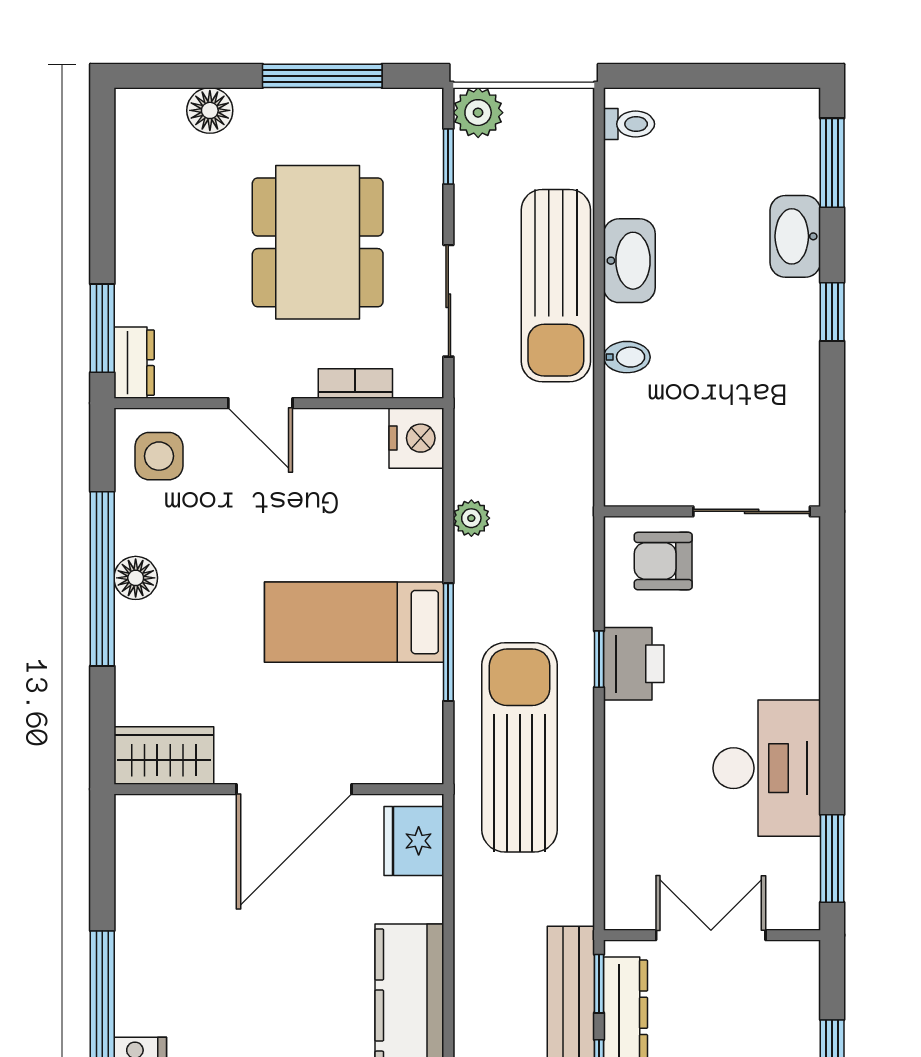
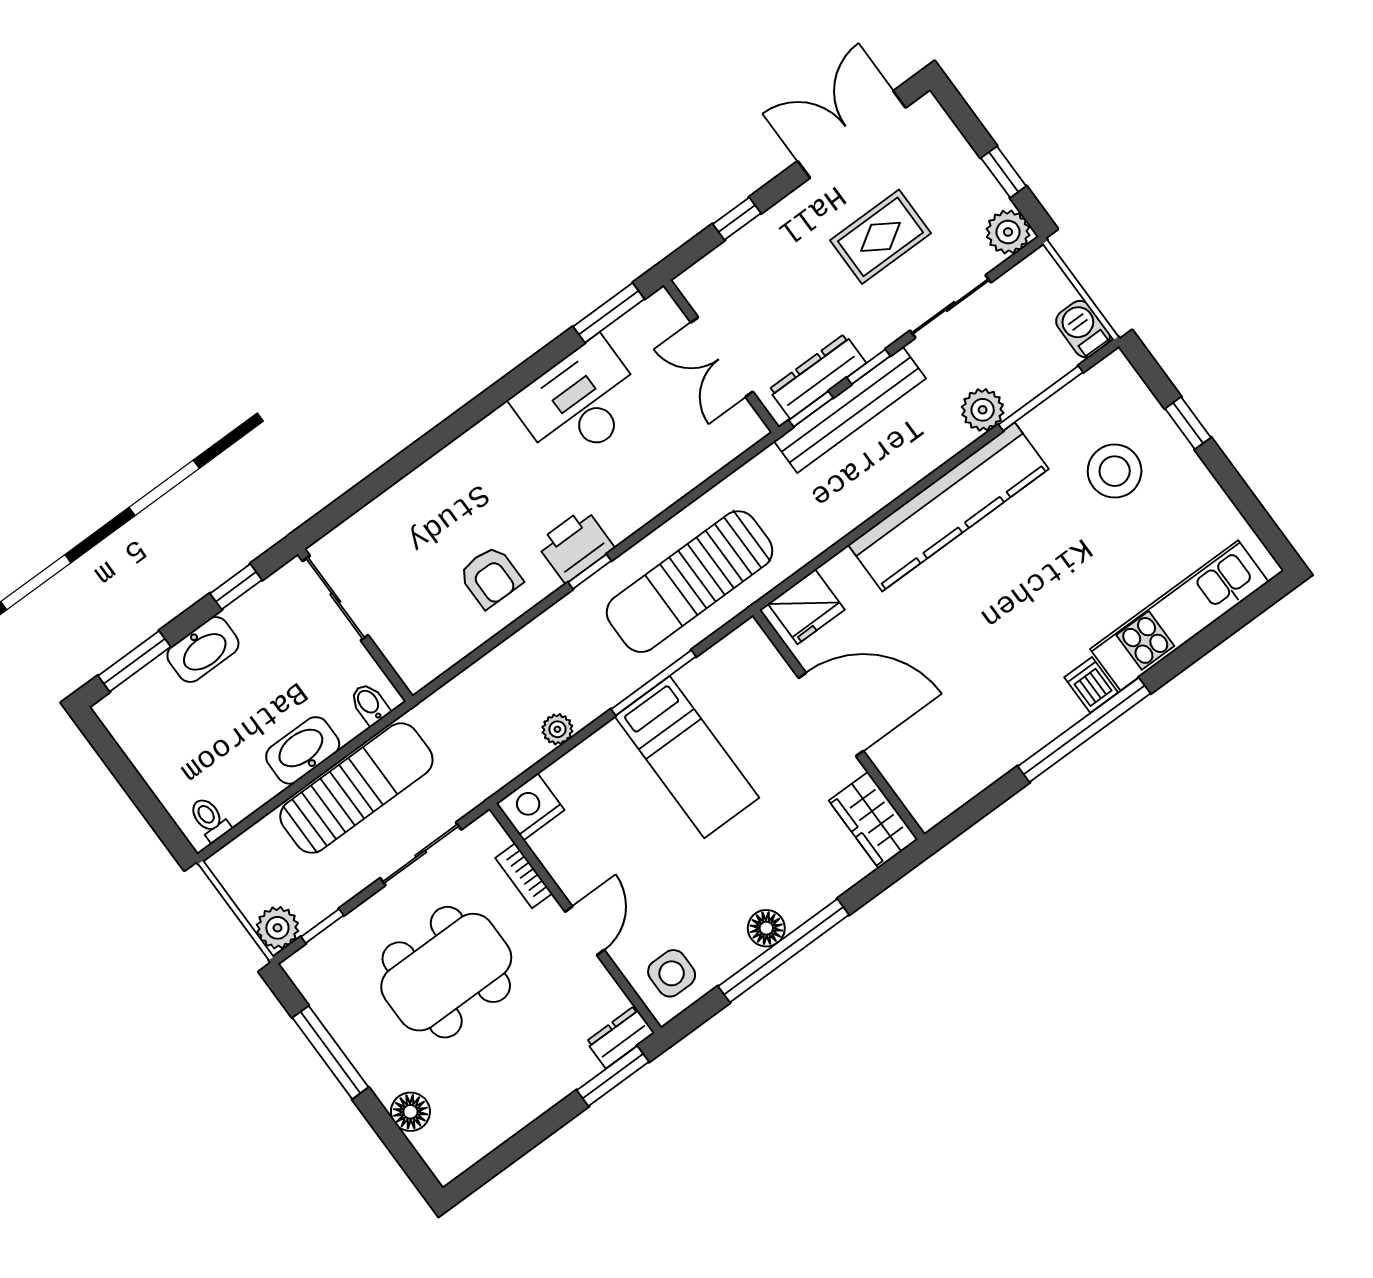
wall: (712, 511) -> (355, 625), moved
sliding door: (752, 511) -> (335, 598), moved

